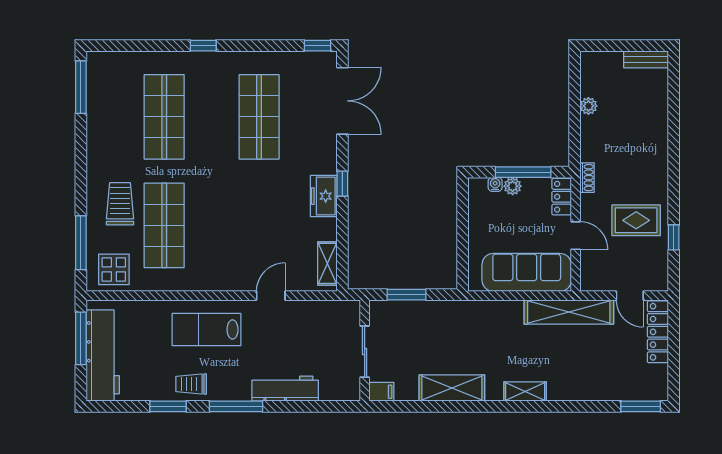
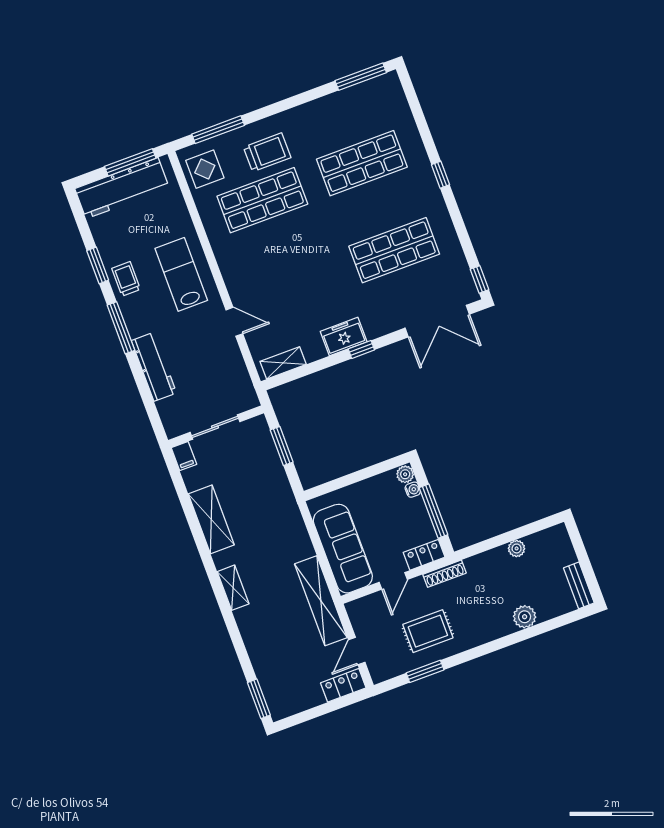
plant: (657, 123) -> (525, 617), added
shoe rack: (587, 178) -> (445, 574), width x1.43
plant: (513, 186) -> (405, 474), moved
rug: (636, 220) -> (428, 631), turned 90
window: (674, 237) -> (425, 671), width x1.50
locker: (658, 332) -> (343, 685), width x0.66

